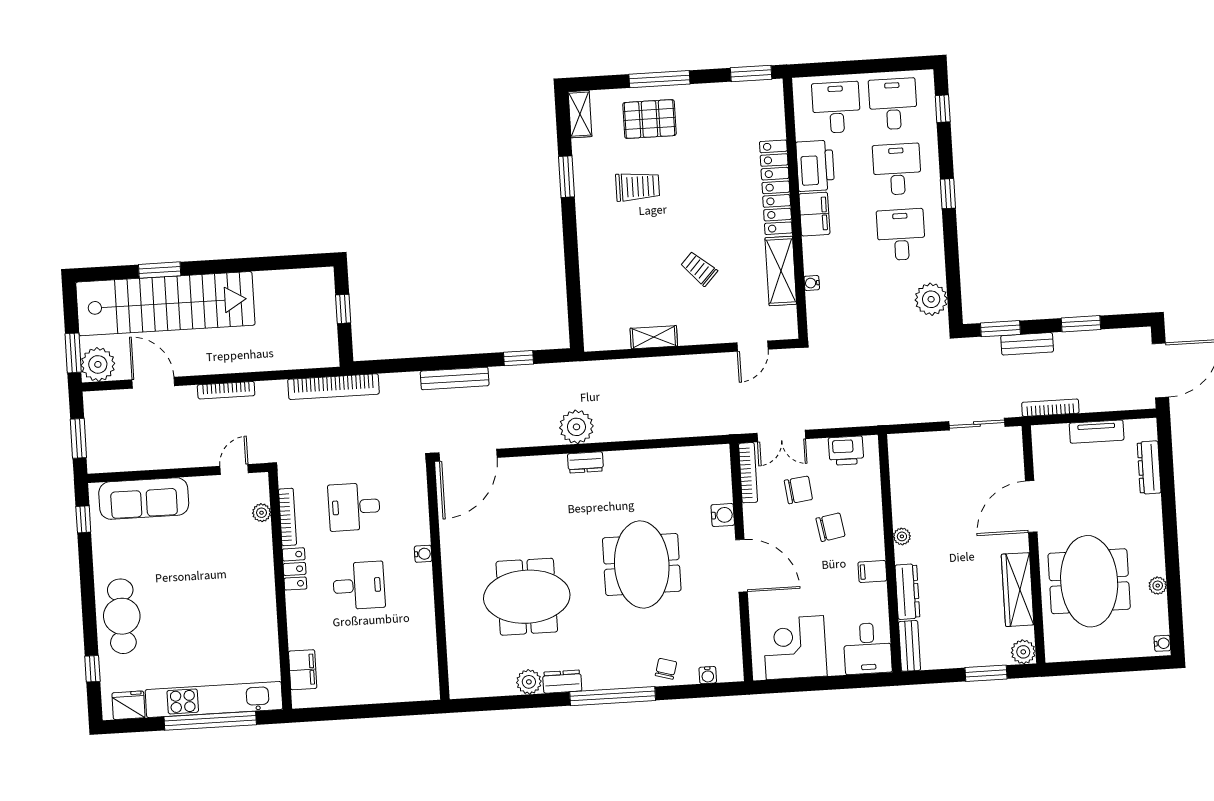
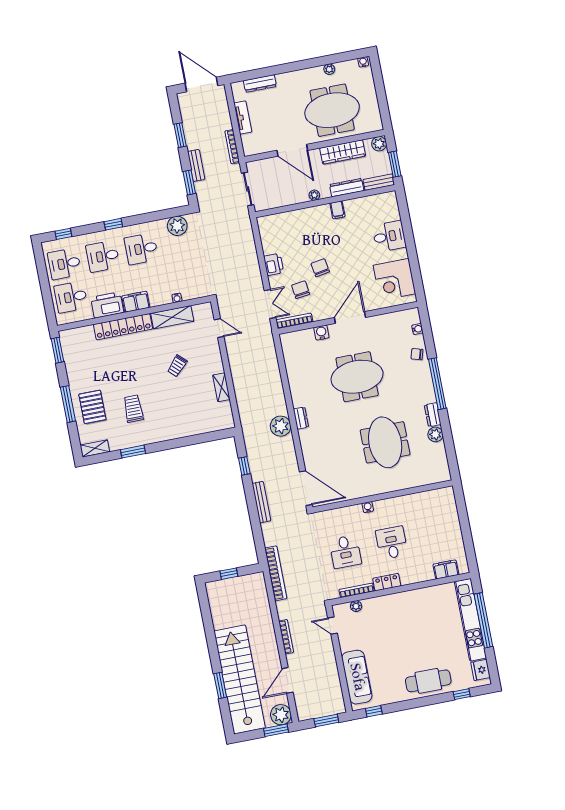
plant: (902, 536) -> (314, 195), moved
wall: (890, 553) -> (325, 201), moved
filing cabinet: (872, 571) -> (337, 210), moved
dresser: (907, 592) -> (347, 188), moved
bench: (910, 646) -> (379, 182), moved

